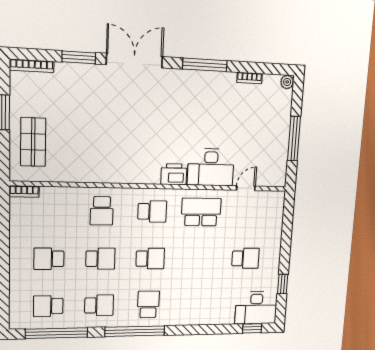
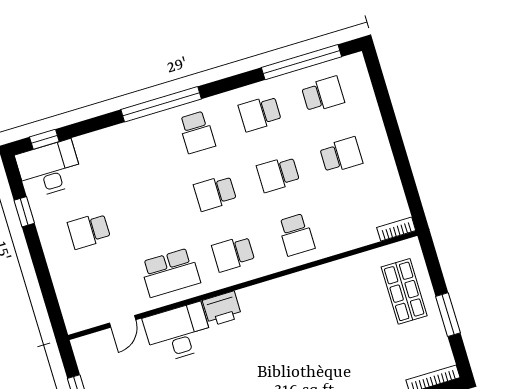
school desk: (102, 211) -> (296, 235), turned 180
window: (135, 331) -> (161, 104), moved

